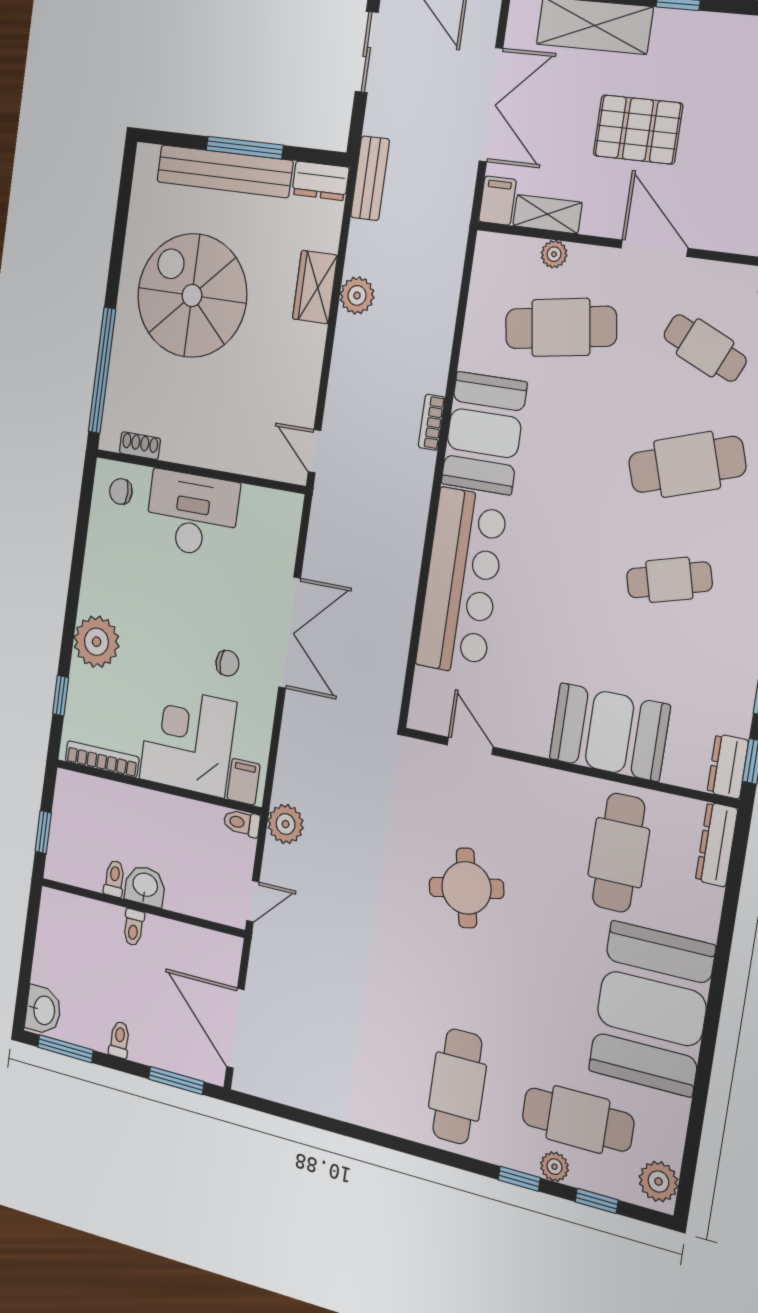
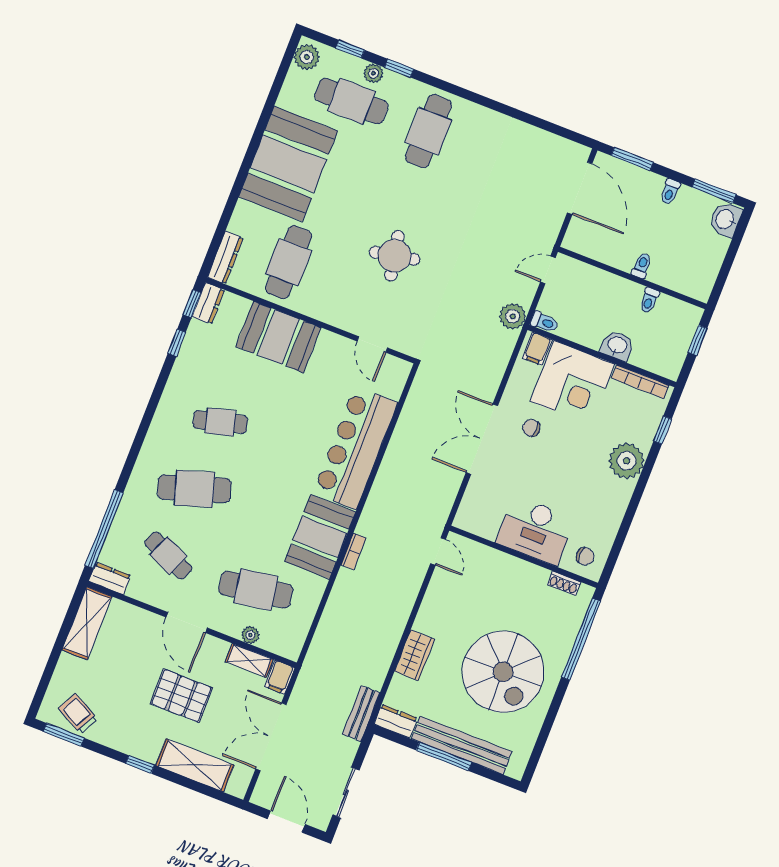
plant: (357, 295) -> (387, 643), removed
washbasin: (145, 886) -> (617, 346), moved, turned 180

